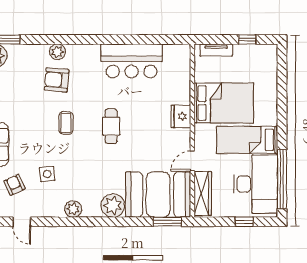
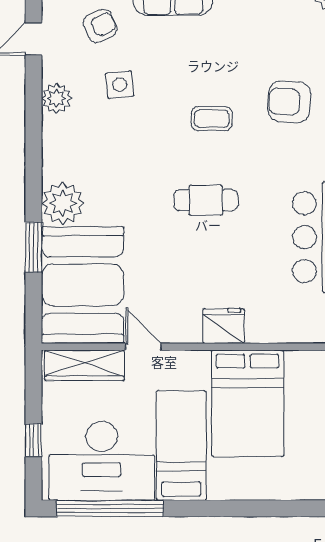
armchair: (57, 80) -> (289, 102), turned -92
plant: (73, 209) -> (56, 98), moved
window: (167, 222) -> (34, 247), moved

